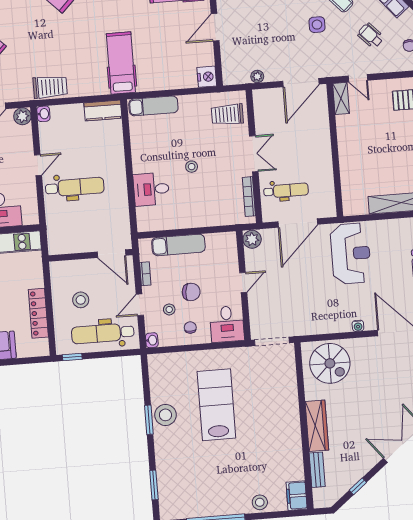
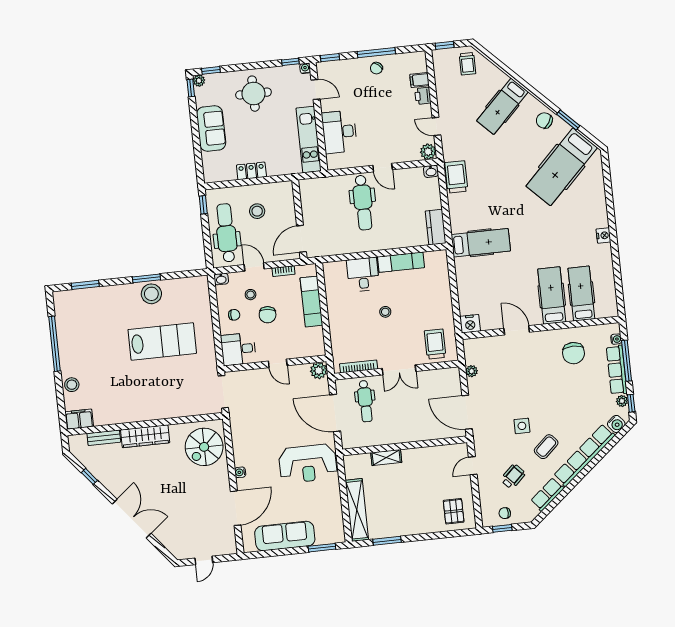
trolley: (50, 87) -> (456, 177), turned 180
shelving: (341, 98) -> (386, 458), moved
exam couch: (153, 106) -> (401, 262), moved, turned -90
locker: (38, 313) -> (251, 171), width x0.66

